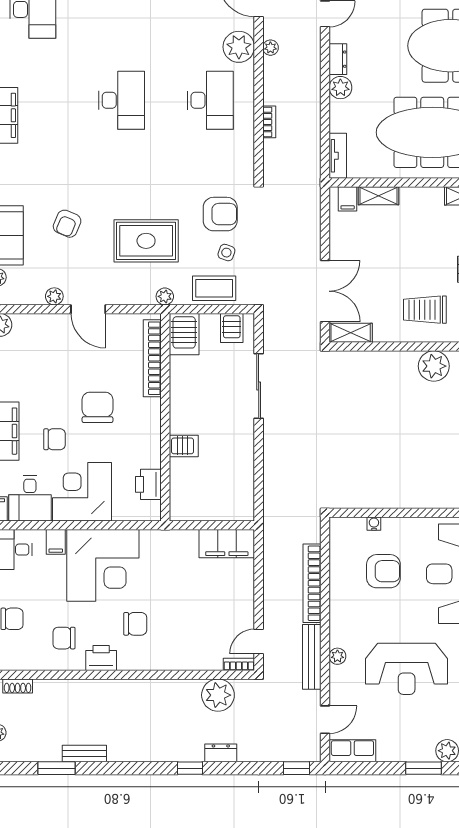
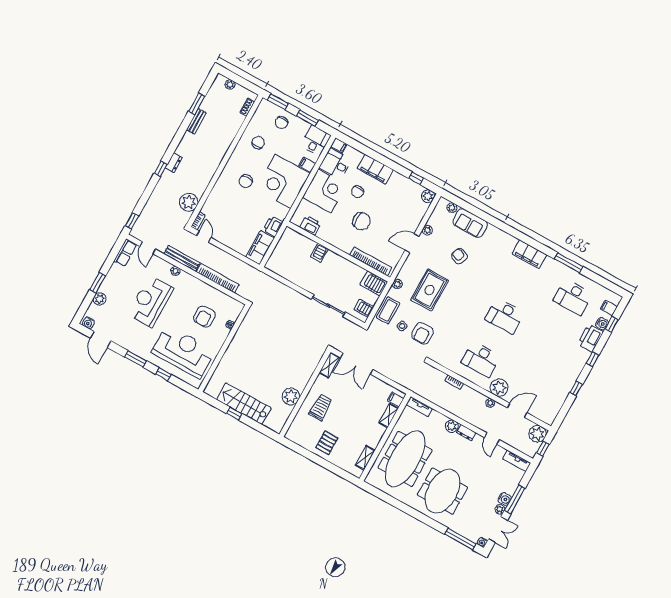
printer: (101, 658) -> (273, 226), moved, turned 180
dresser: (221, 753) -> (174, 163), moved

